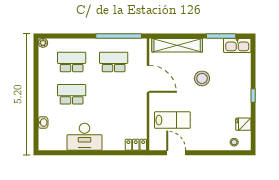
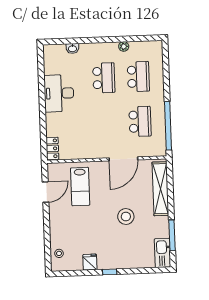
plant: (43, 43) -> (124, 46), moved
fridge: (243, 124) -> (90, 262), moved

